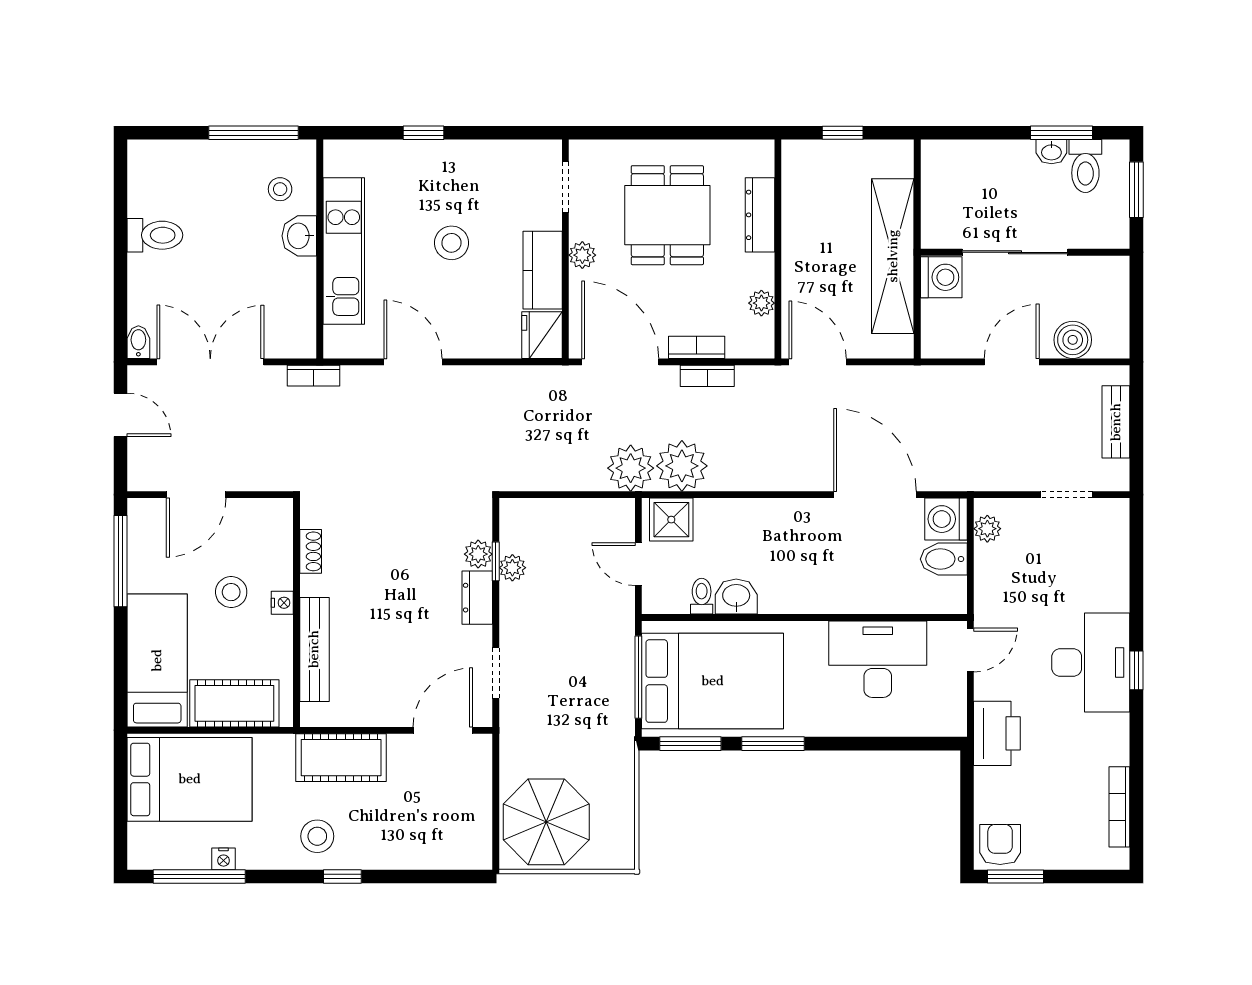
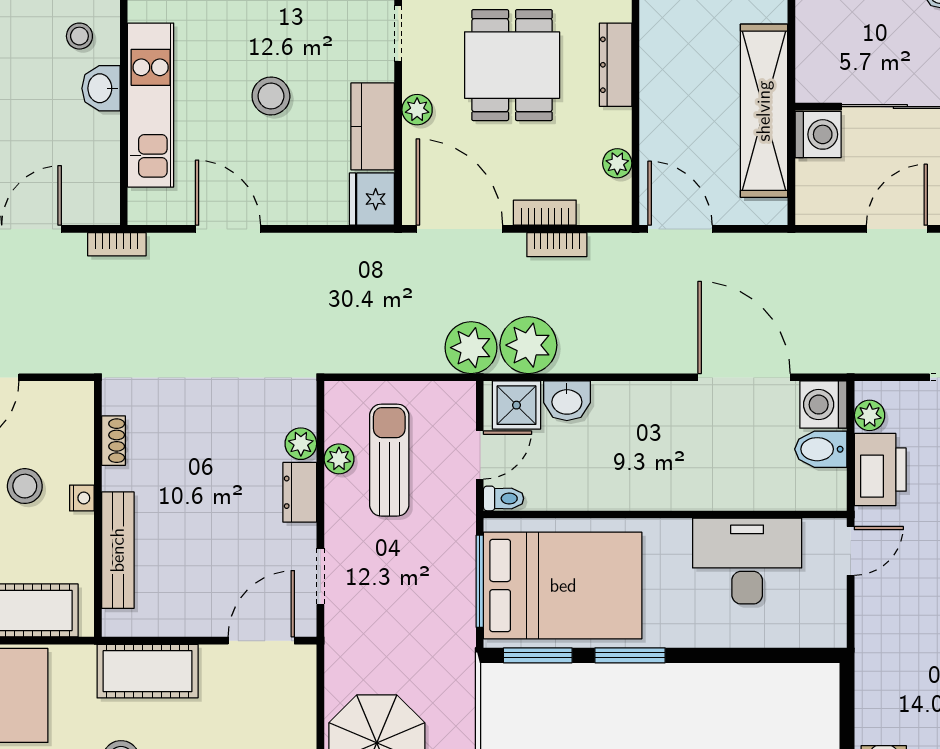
window: (496, 561) -> (320, 452), removed
door: (638, 564) -> (480, 455), swing flipped
sun lounger: (557, 569) -> (389, 460), added
toilet: (702, 596) -> (504, 498), moved, turned 90
washbasin: (736, 596) -> (567, 401), moved, turned 180
printer: (997, 733) -> (880, 470), moved

